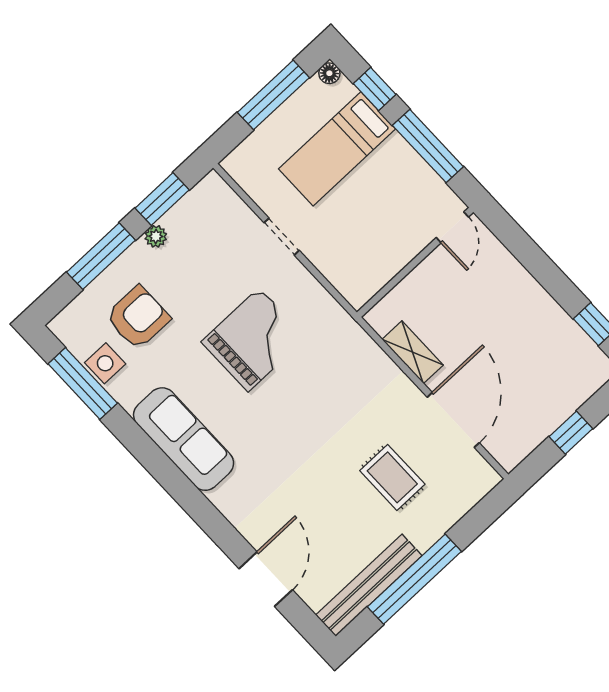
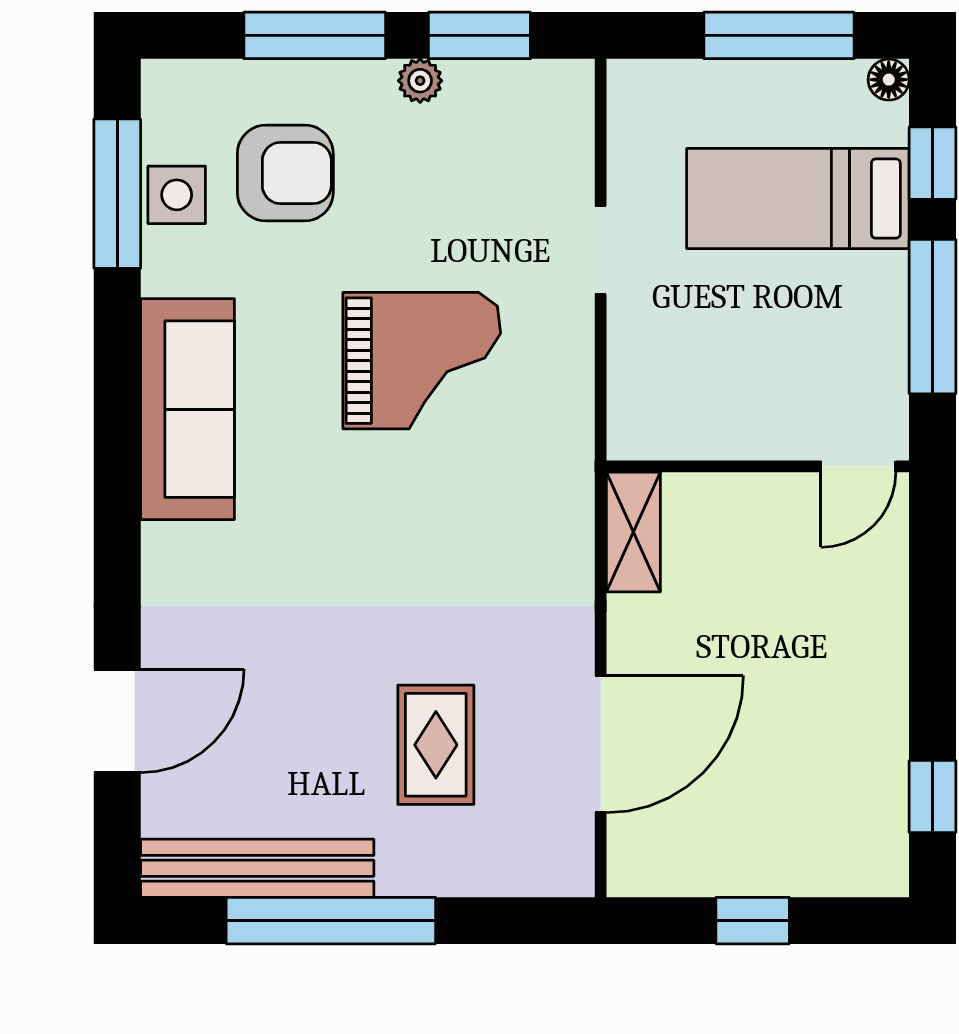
shelving: (413, 352) -> (633, 532), moved

